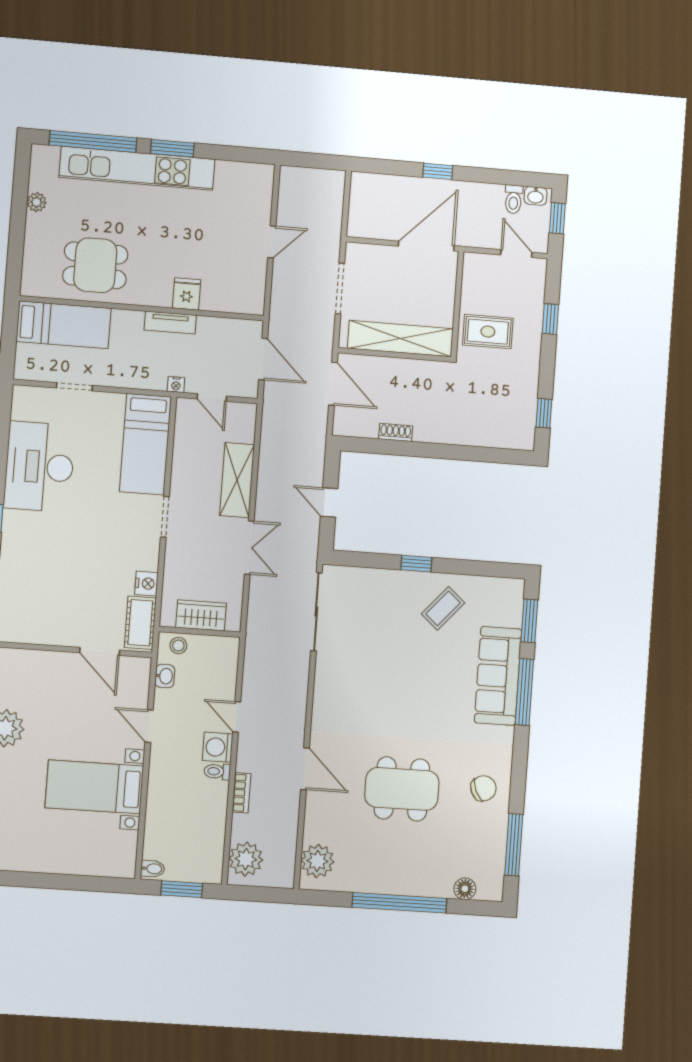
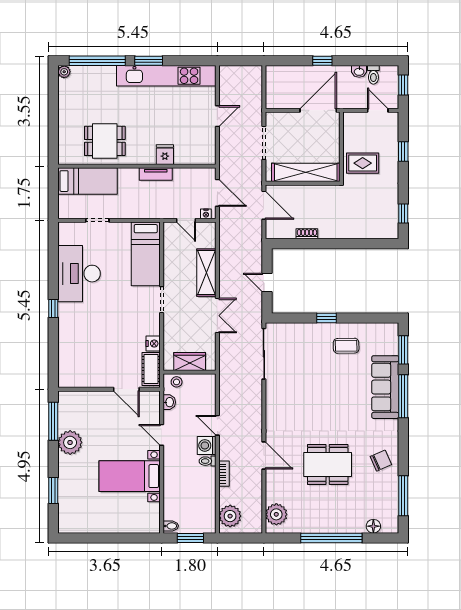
kitchen unit: (137, 168) -> (166, 76), moved
washbasin: (536, 196) -> (359, 71), moved
plant: (37, 202) -> (64, 72), moved
nightstand: (176, 385) -> (206, 214), moved
coffee table: (443, 608) -> (346, 346), turned 48

